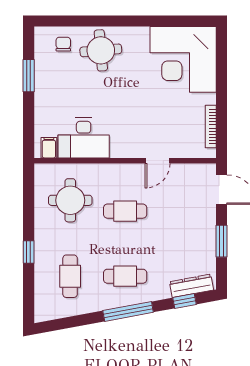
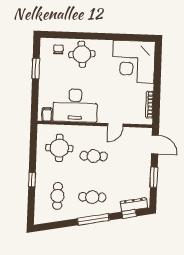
desk: (84, 138) -> (75, 105), width x1.36, depth x1.30

